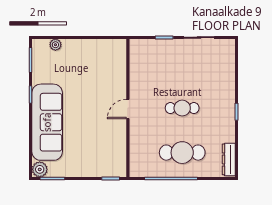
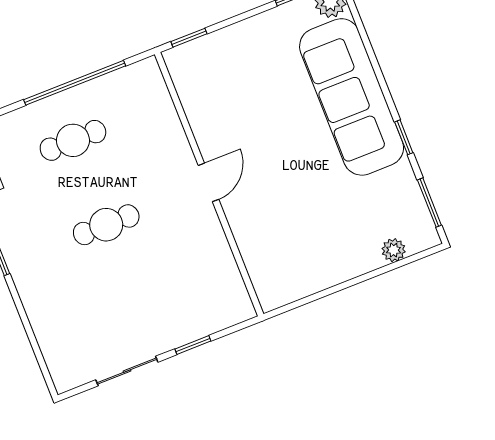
cafe table: (182, 153) -> (73, 140), width x0.73, depth x0.74

